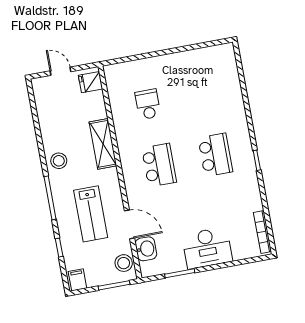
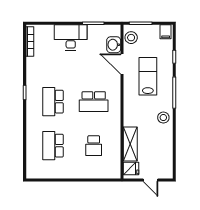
school desk: (204, 94) -> (53, 146), added
shelving: (103, 144) -> (130, 144), moved
school desk: (159, 165) -> (94, 102), turned -90

